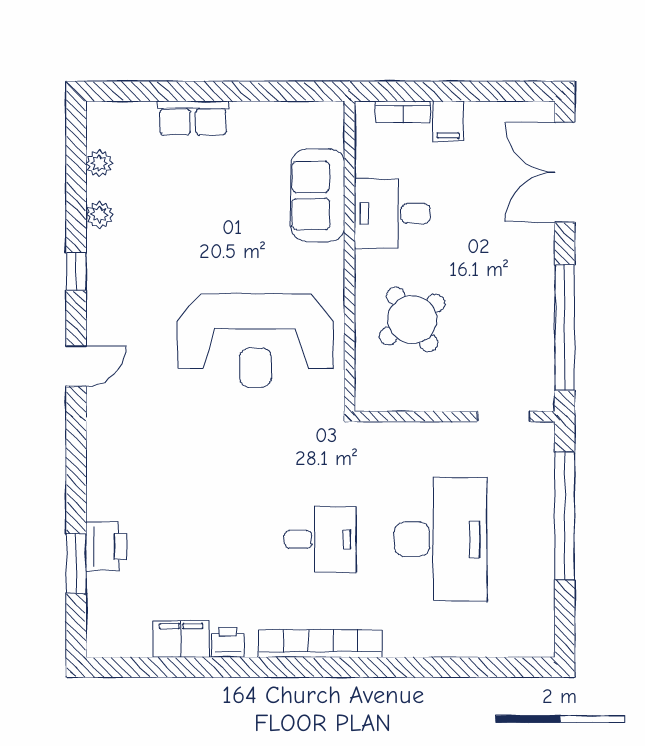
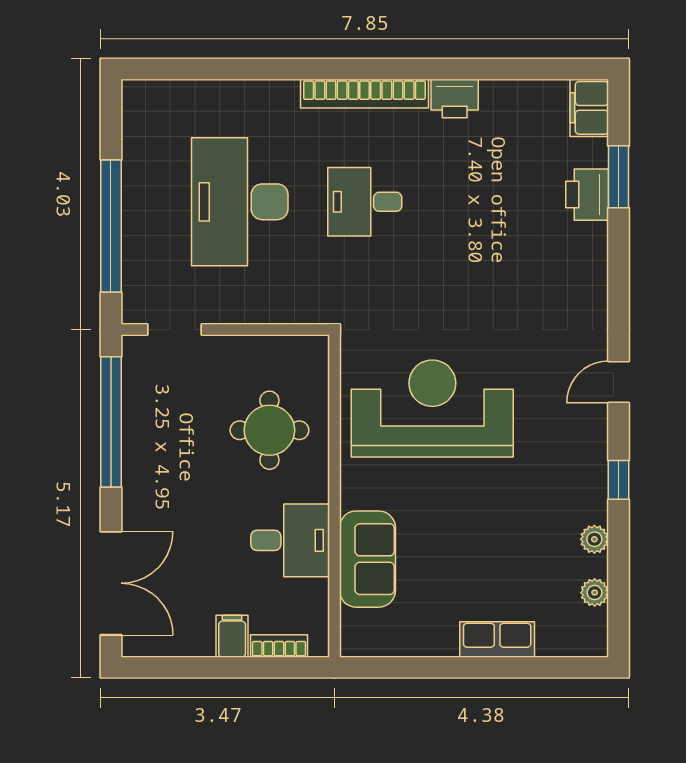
round table: (412, 319) -> (269, 430), turned 35
filing cabinet: (181, 639) -> (589, 108), moved, turned 90
printer: (228, 642) -> (455, 98), width x1.36, depth x1.24

